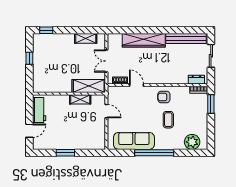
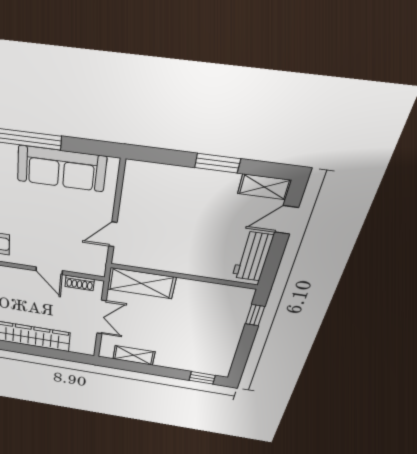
window: (29, 58) -> (255, 315), moved
shelving: (80, 99) -> (264, 187), moved
door: (106, 111) -> (113, 234), hinge flipped

